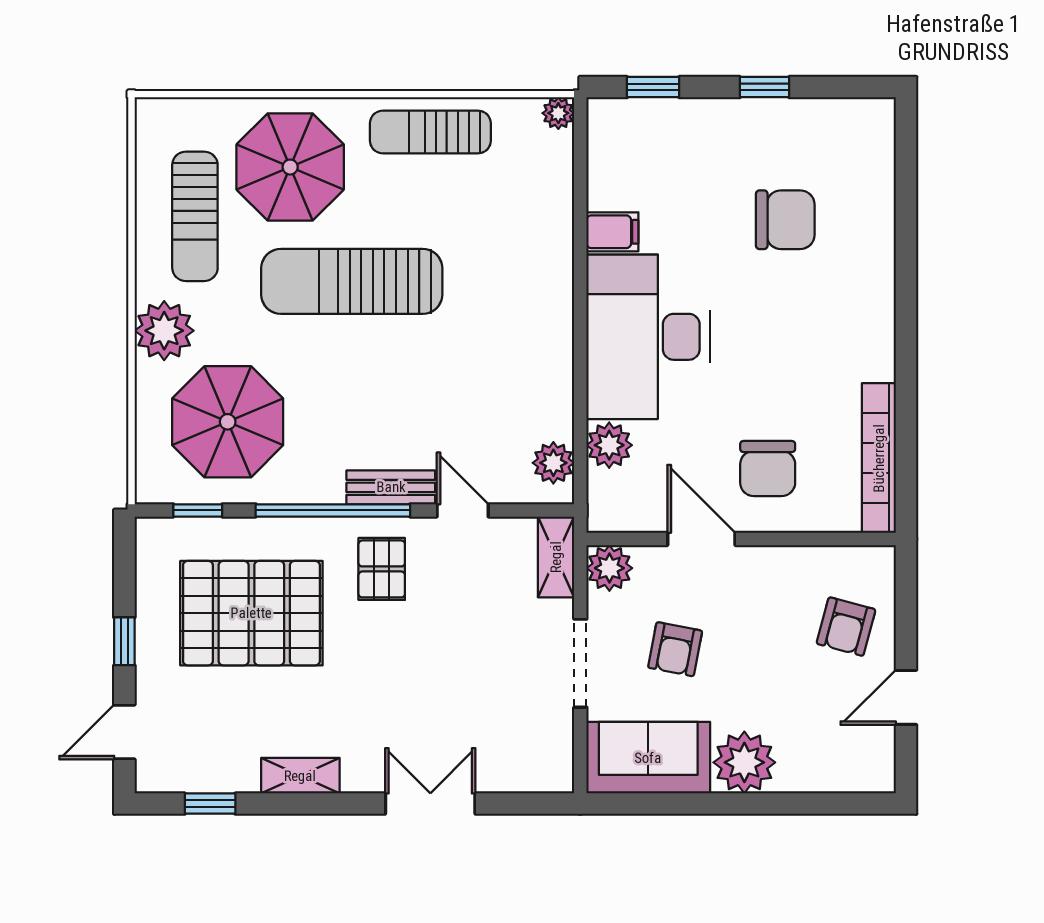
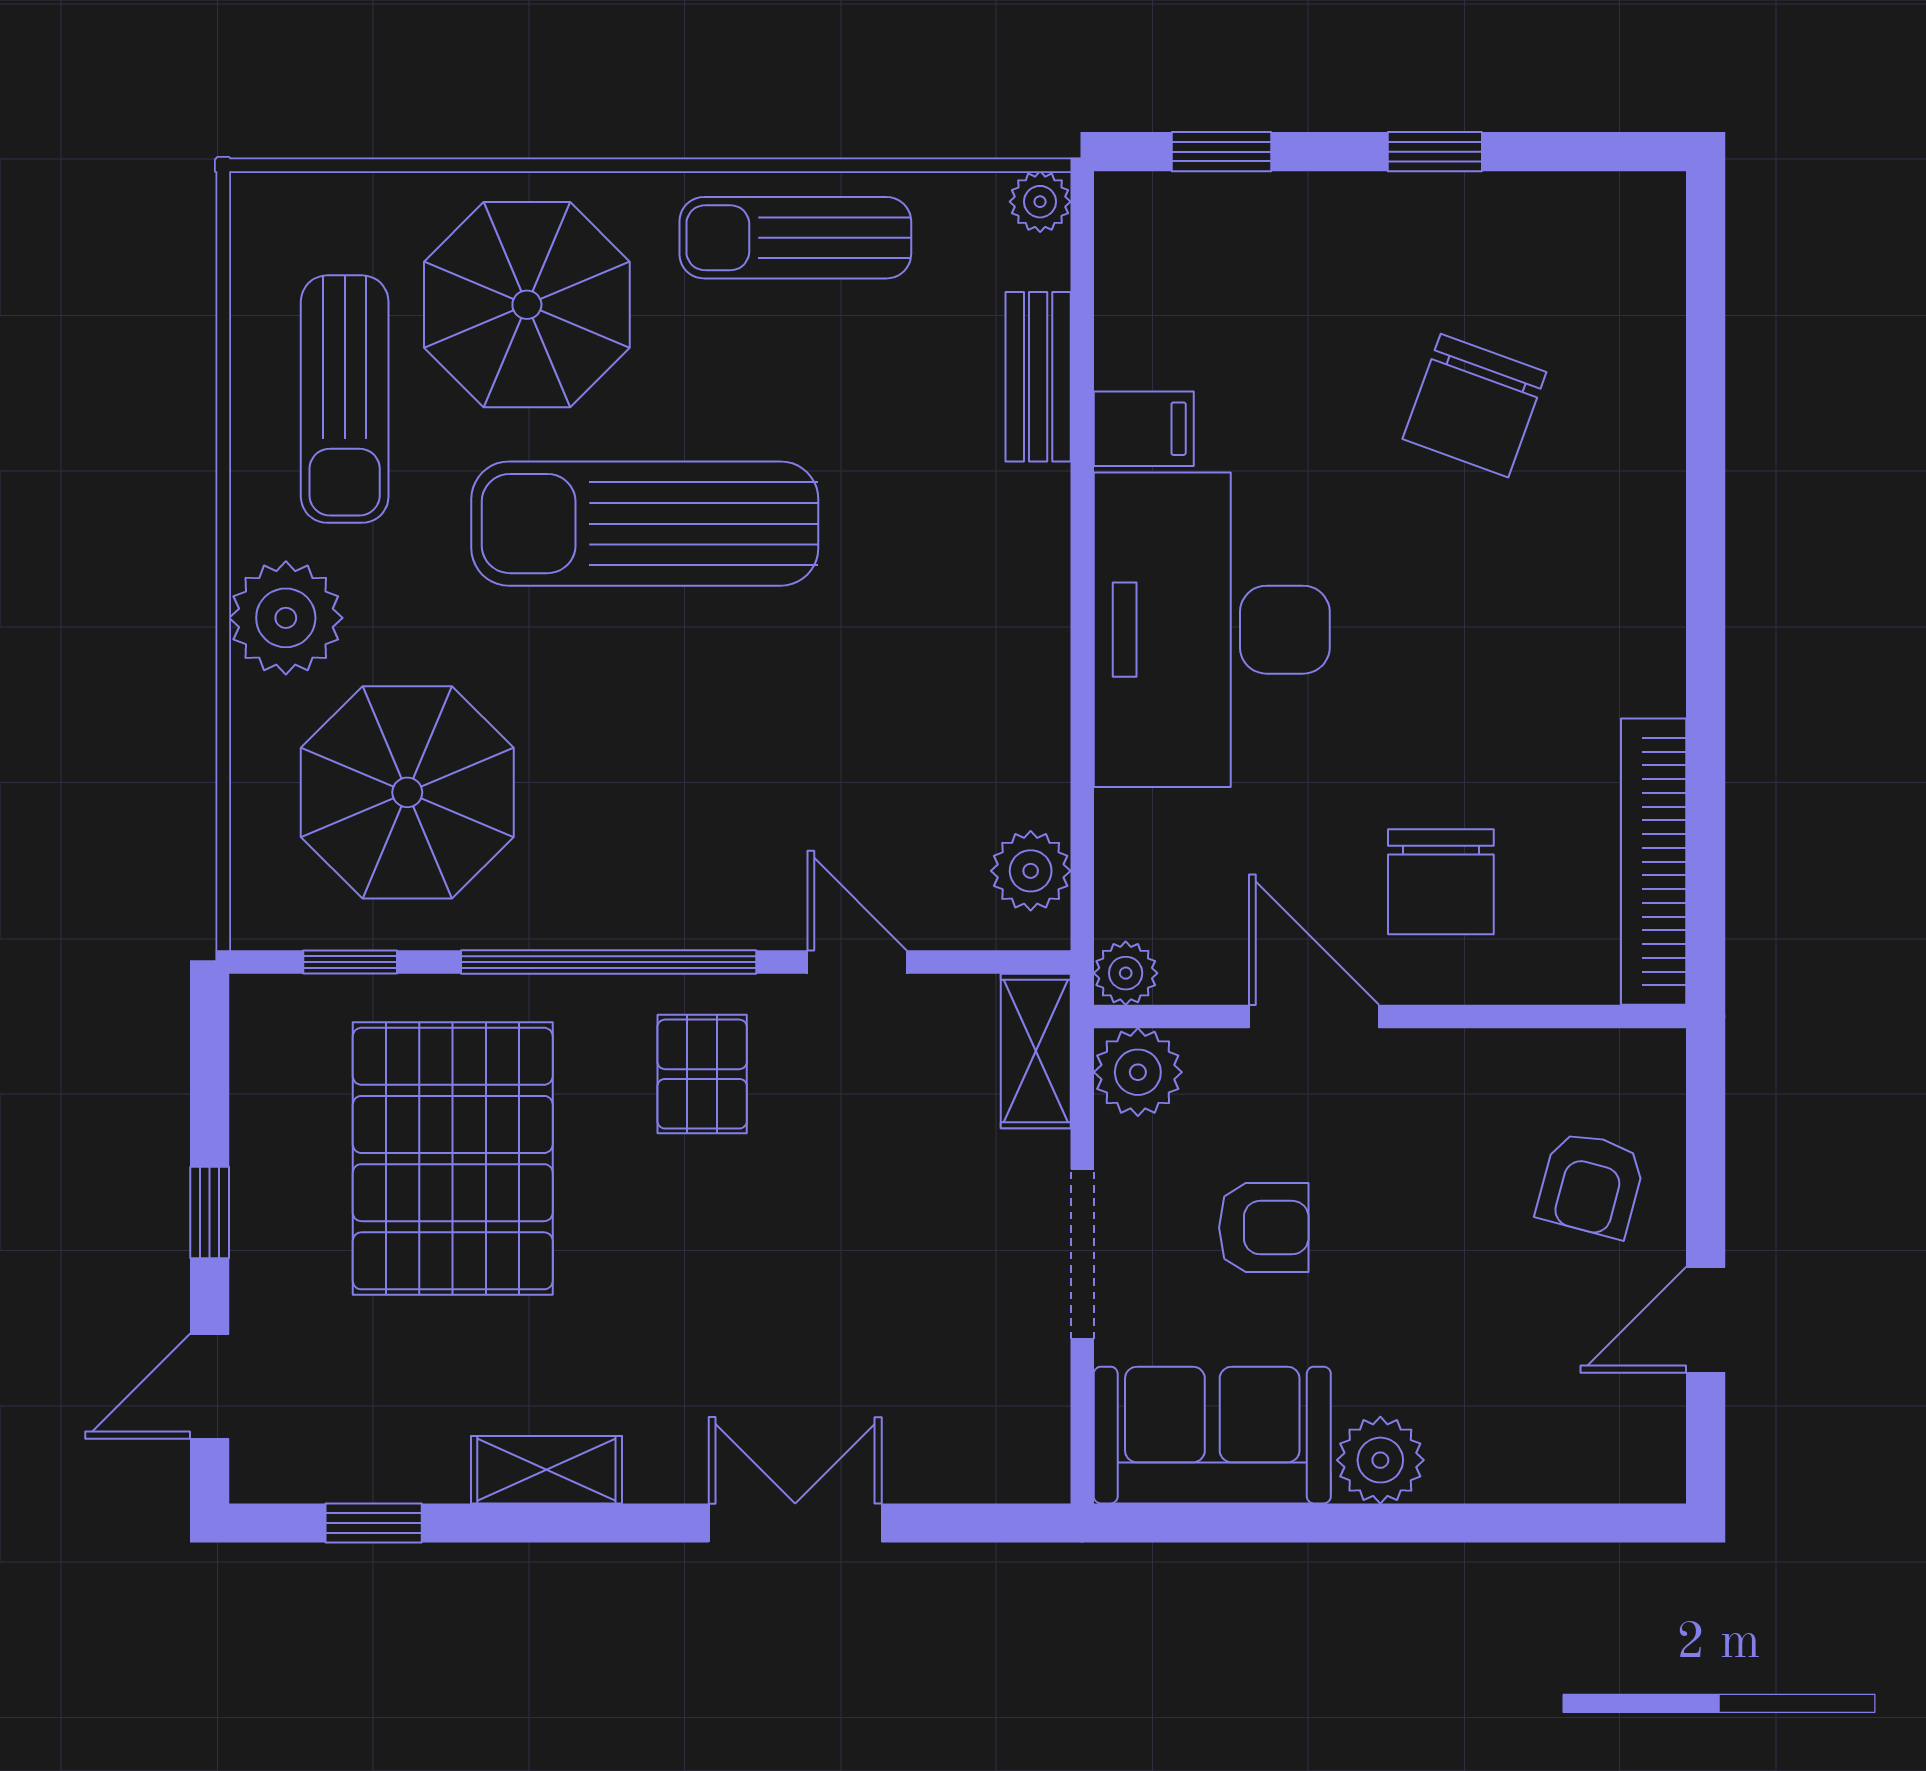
chair: (785, 220) -> (1474, 406), turned 110
plant: (609, 445) -> (1126, 973), moved, width x0.73, depth x0.73
bench: (391, 487) -> (1038, 377), moved, turned 90
pallet: (251, 613) -> (453, 1159), turned 90
armchair: (675, 649) -> (1264, 1228), turned -101
plant: (744, 762) -> (1380, 1460), width x0.73, depth x0.73

